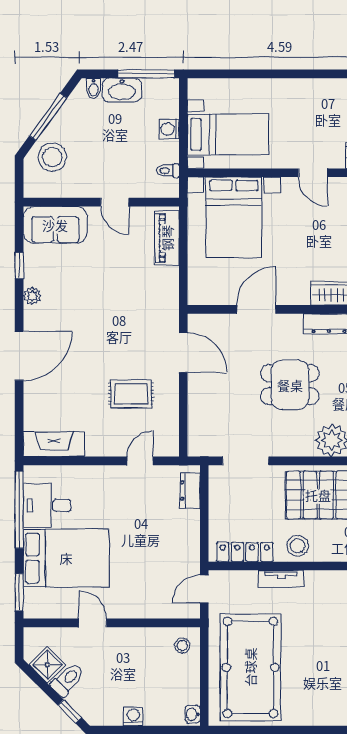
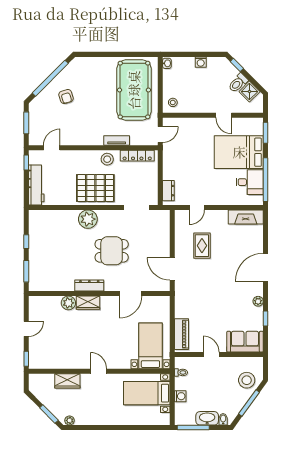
bed with nightstands: (234, 217) -> (150, 346), width x0.73
rug: (131, 394) -> (202, 246), turned 90

